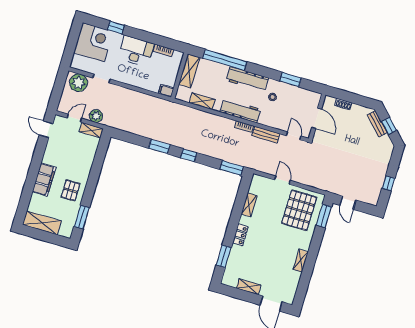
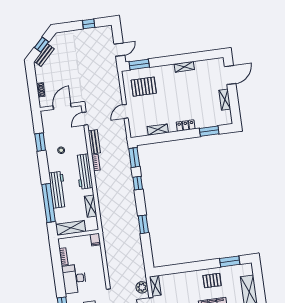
workbench: (247, 79) -> (58, 190), moved
window: (189, 155) -> (138, 183), moved
pallet: (299, 210) -> (144, 87), width x0.73, depth x0.71

